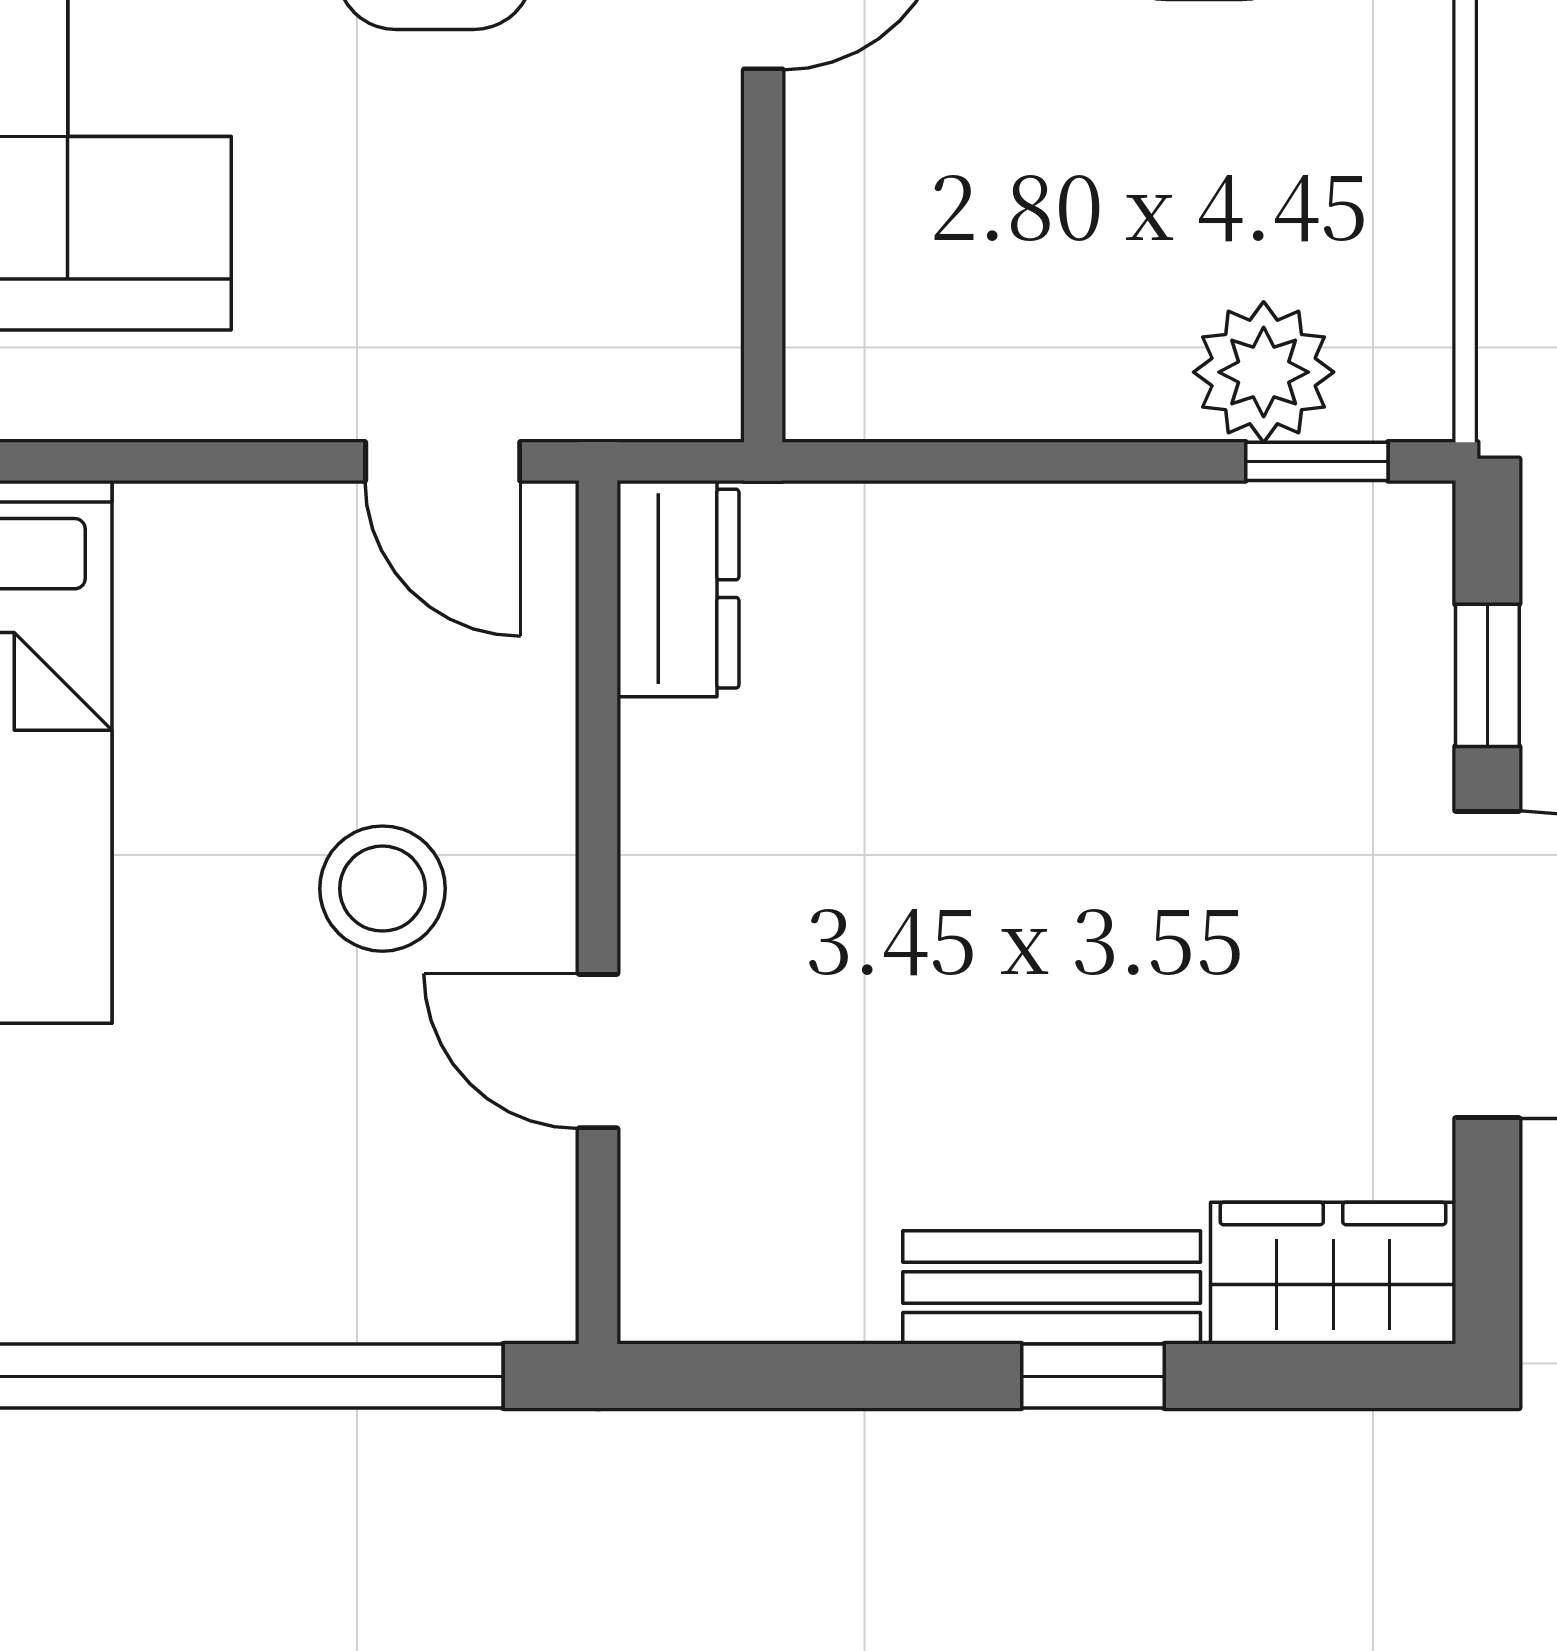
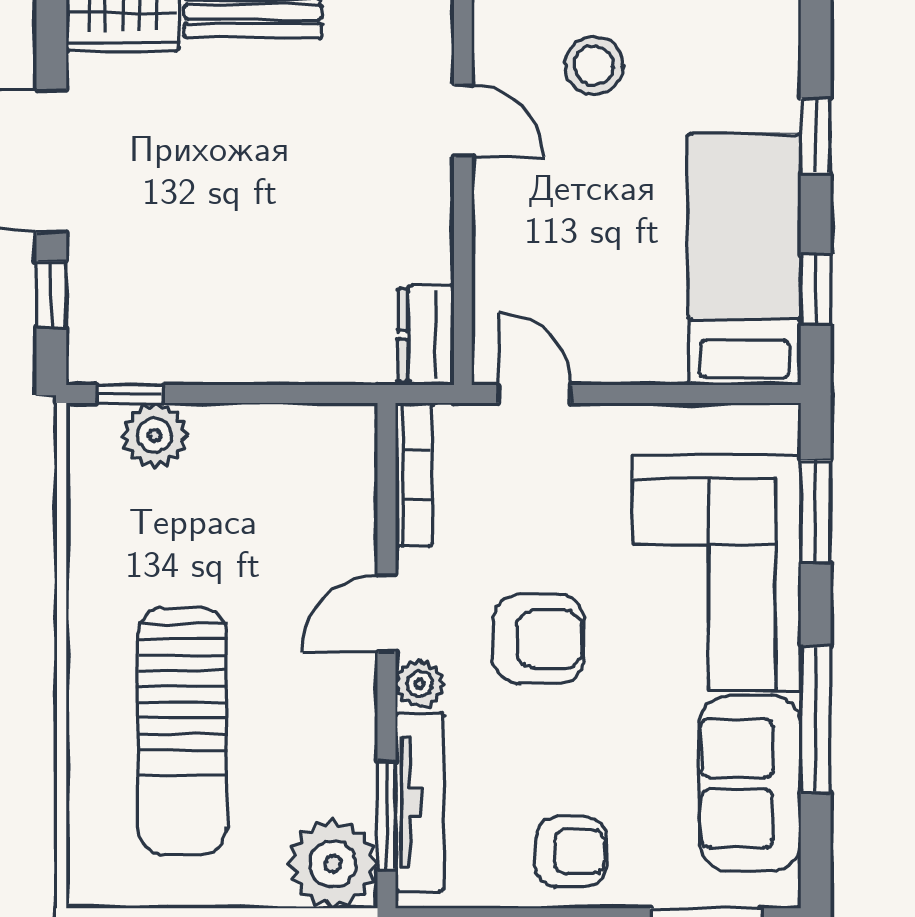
bookcase: (704, 287) -> (414, 475), added
stool: (382, 889) -> (594, 65), moved

